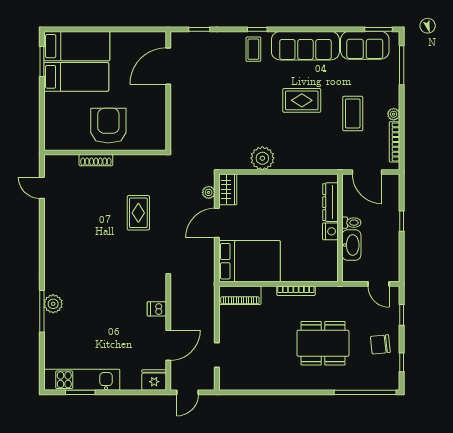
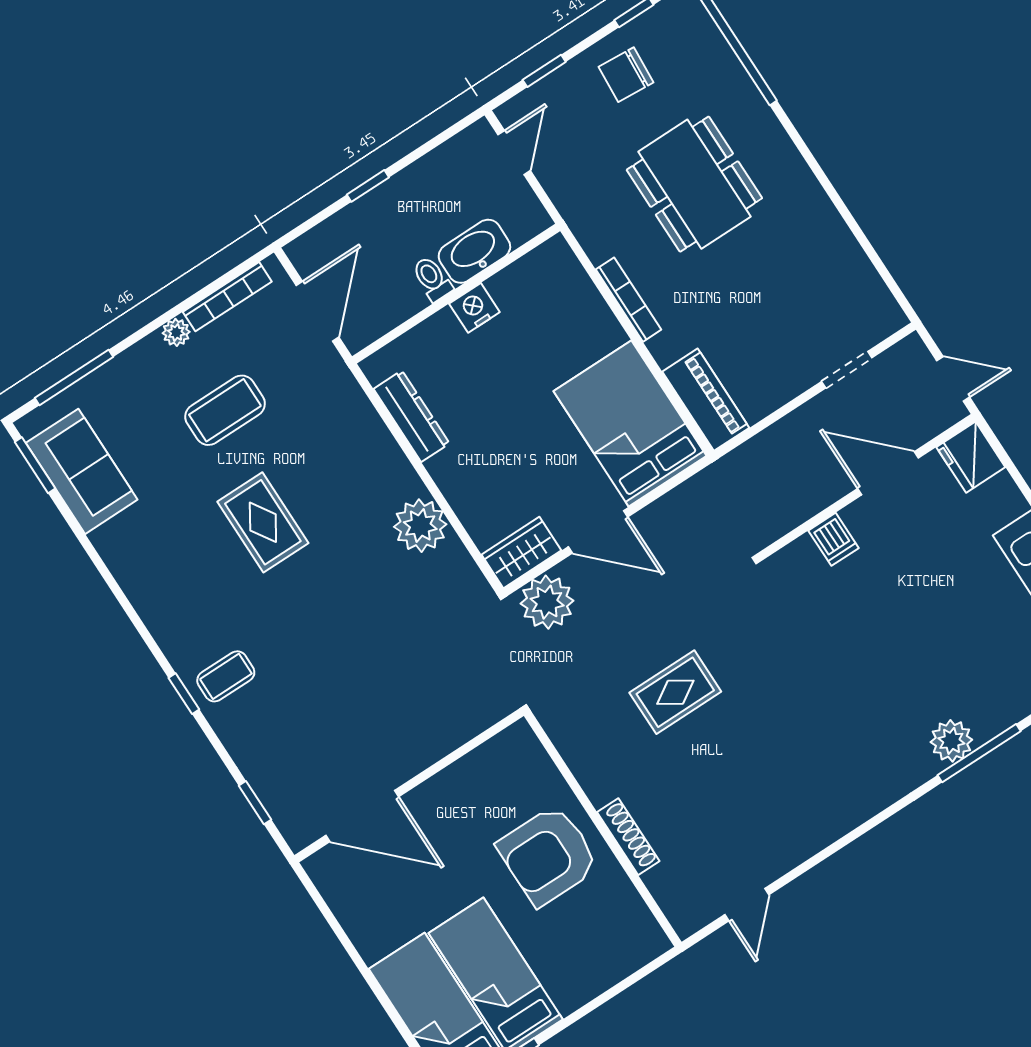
sofa: (305, 46) -> (155, 583), removed
plant: (209, 192) -> (547, 602), width x1.87, depth x1.87
dresser: (330, 202) -> (412, 416), moved, turned -90
chair: (380, 344) -> (626, 75), turned 100

